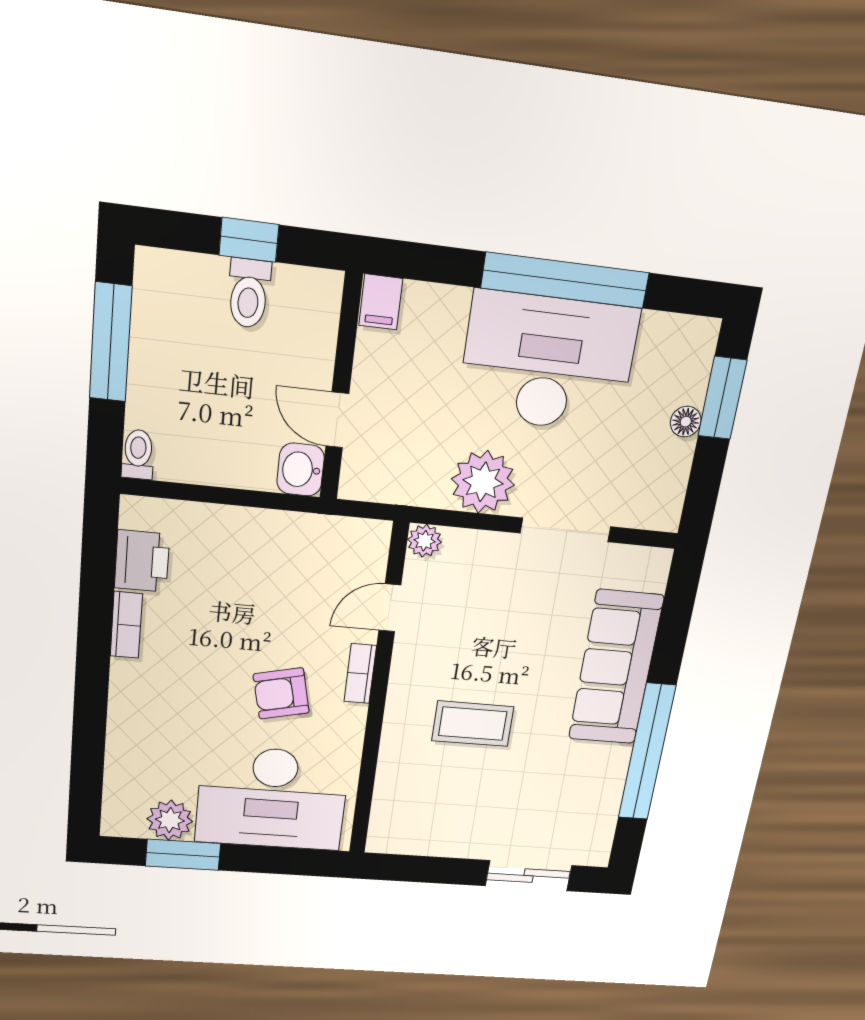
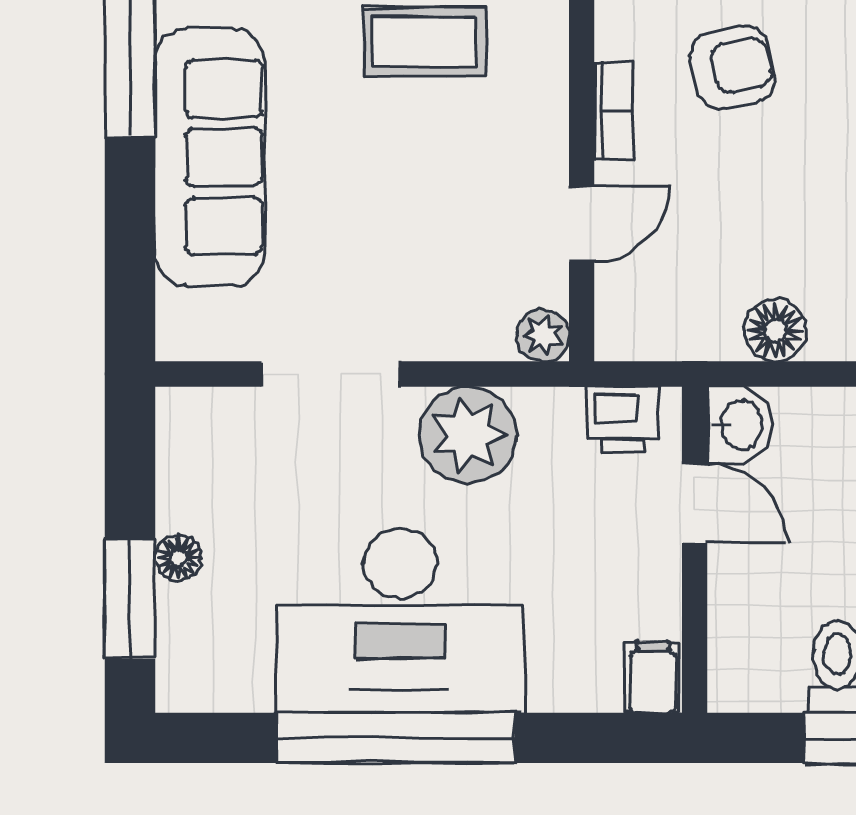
printer: (379, 481) -> (623, 419), added
floor lamp: (270, 529) -> (775, 330), added

